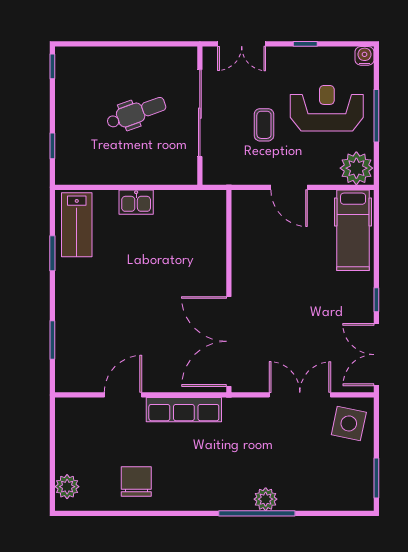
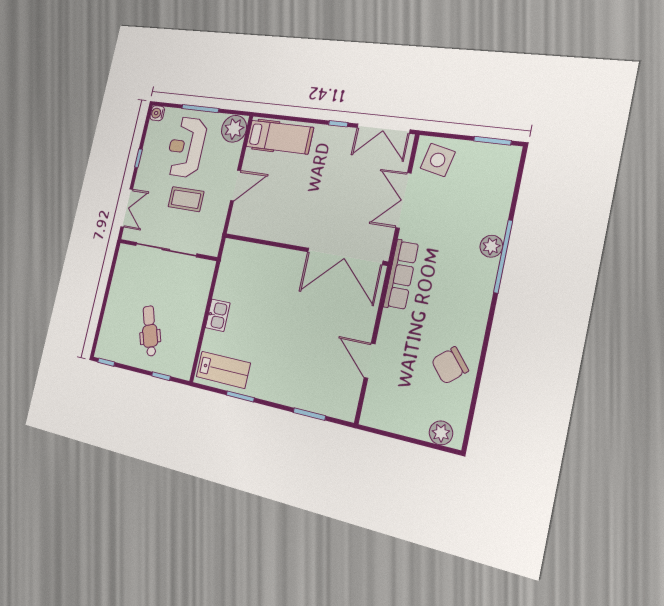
dental chair: (136, 113) -> (150, 331), moved
coffee table: (264, 125) -> (186, 199), width x1.36, depth x1.30
row of seats: (184, 410) -> (401, 275), moved
chair: (136, 482) -> (450, 365), turned -41

